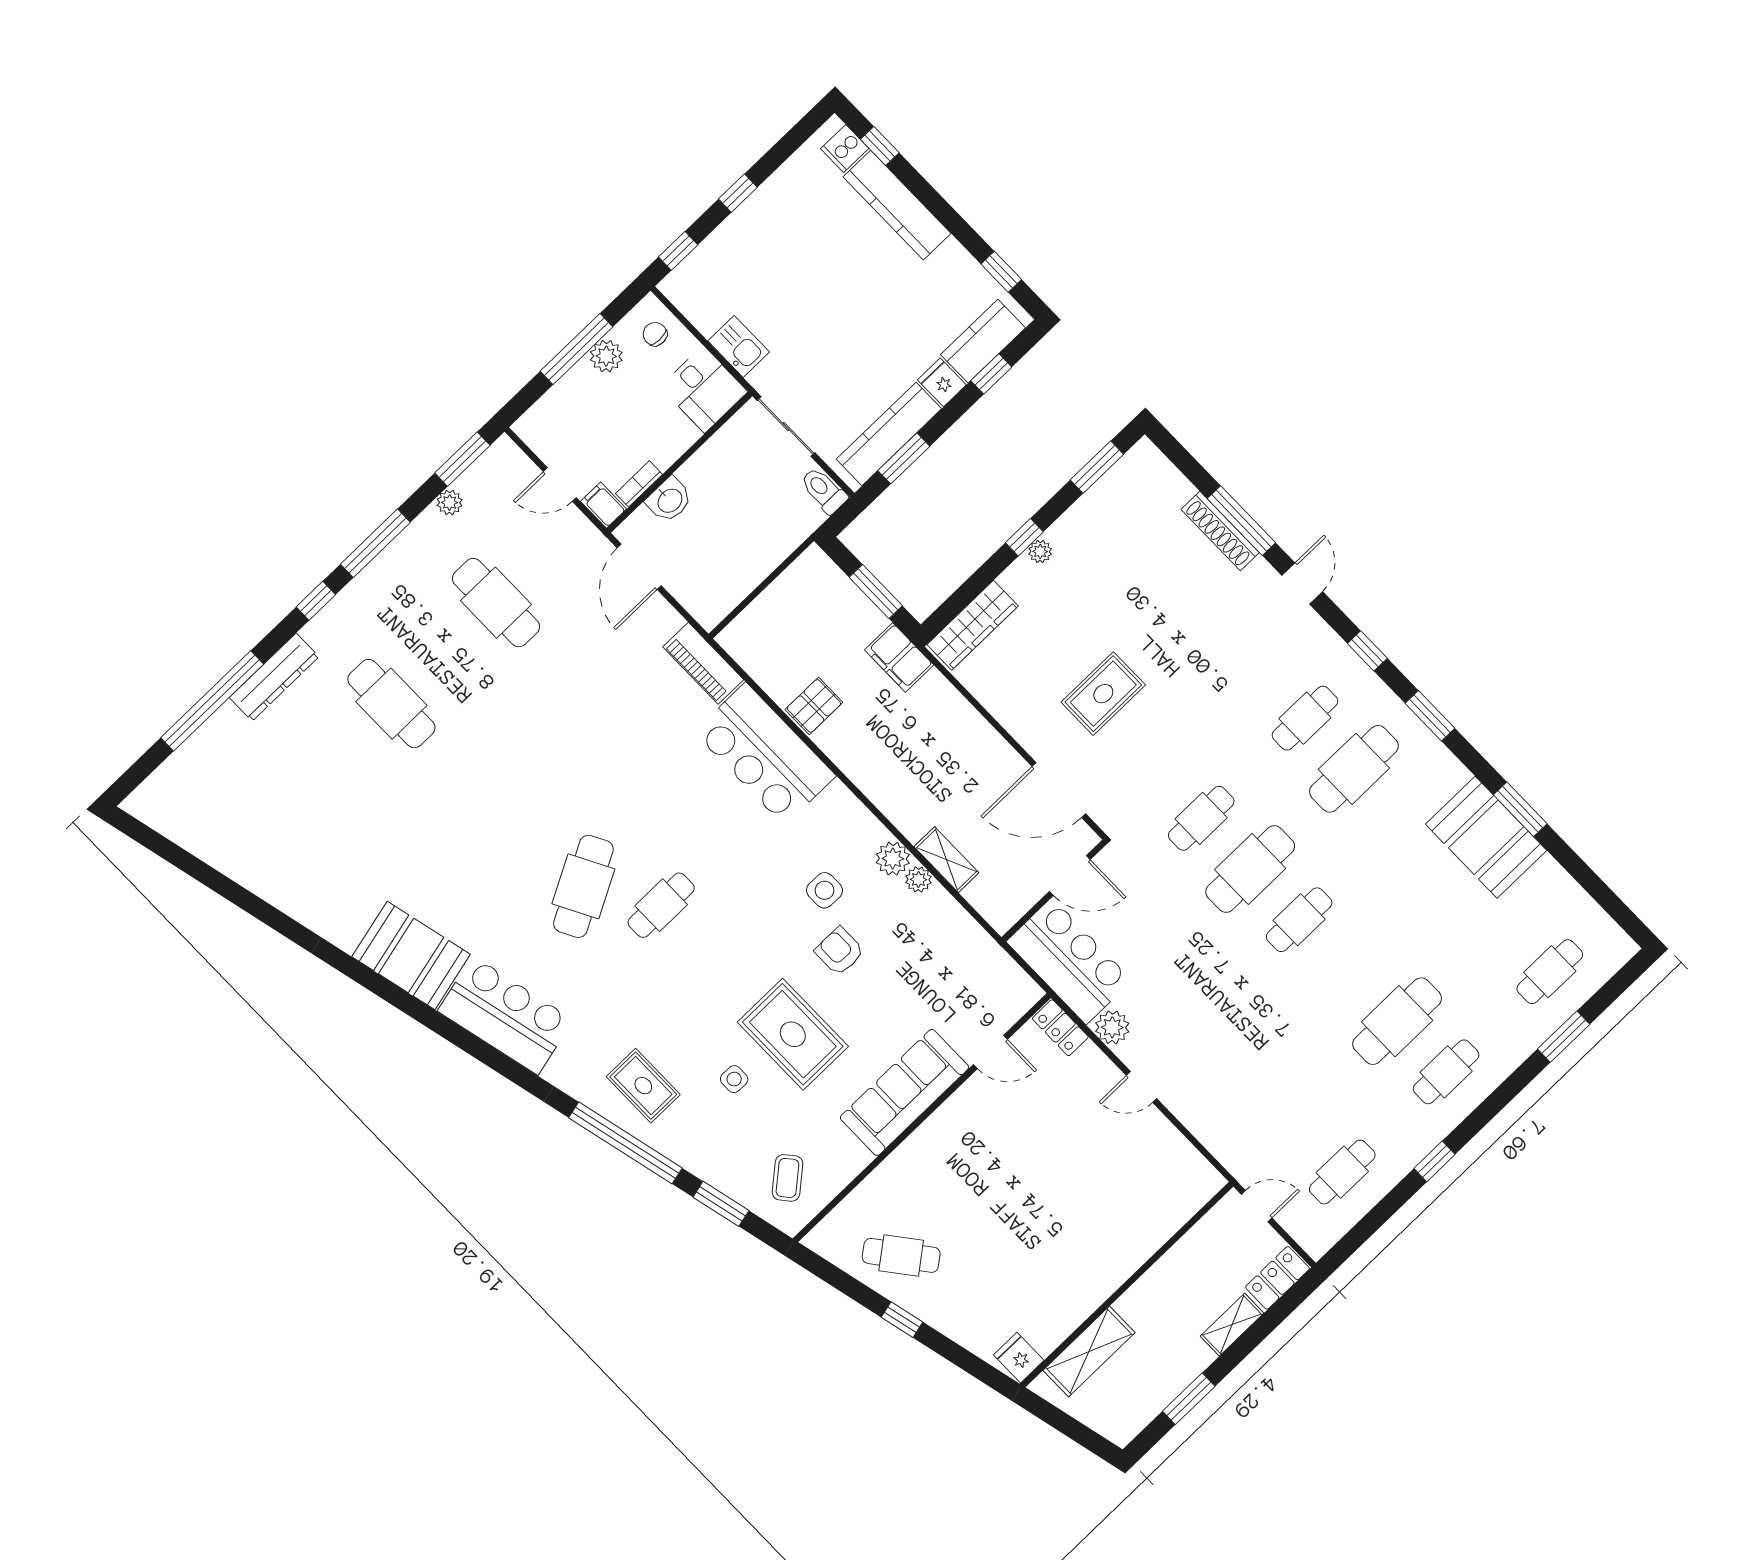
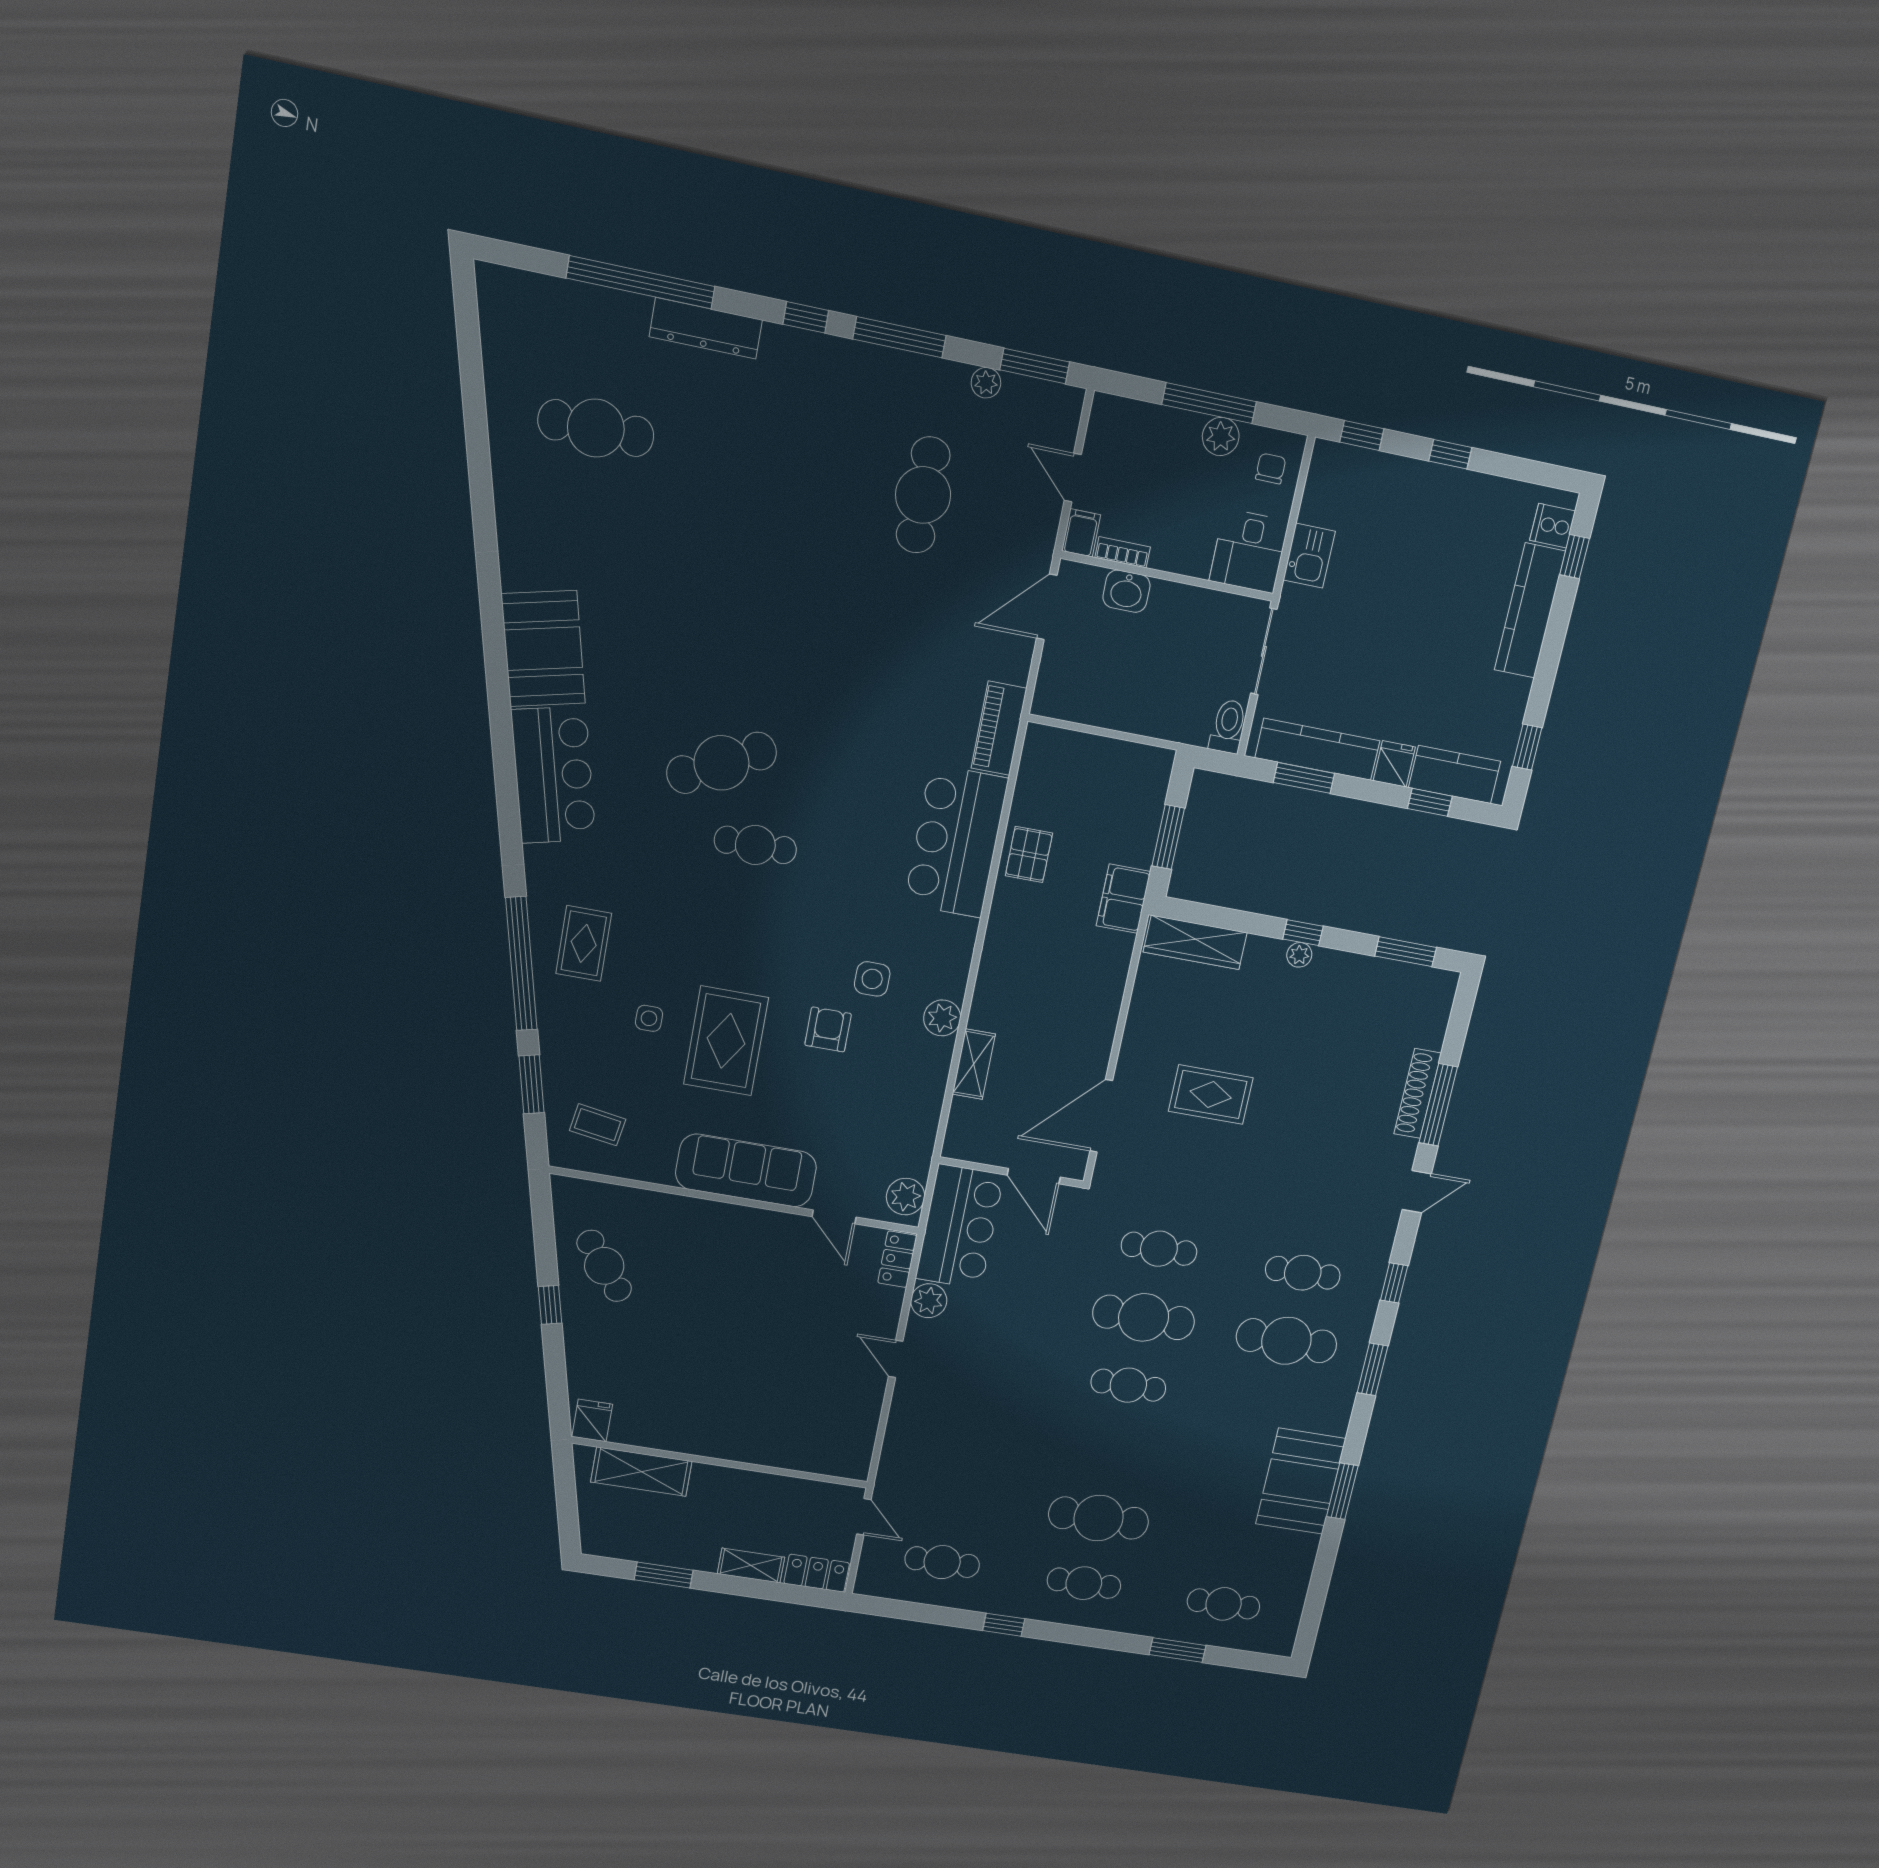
cafe table: (391, 704) -> (596, 428), moved, turned 90
pallet: (814, 706) -> (1029, 854), turned 90
door: (1059, 790) -> (1101, 1116), hinge flipped
plant: (918, 880) -> (906, 1197), moved, width x1.38, depth x1.38
coffee table: (787, 1178) -> (598, 1125), turned 49

